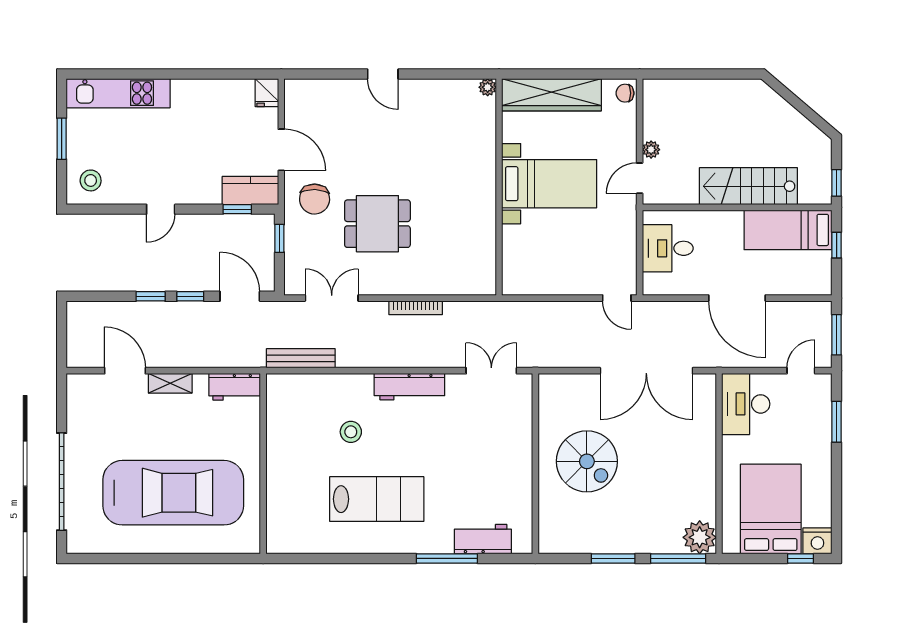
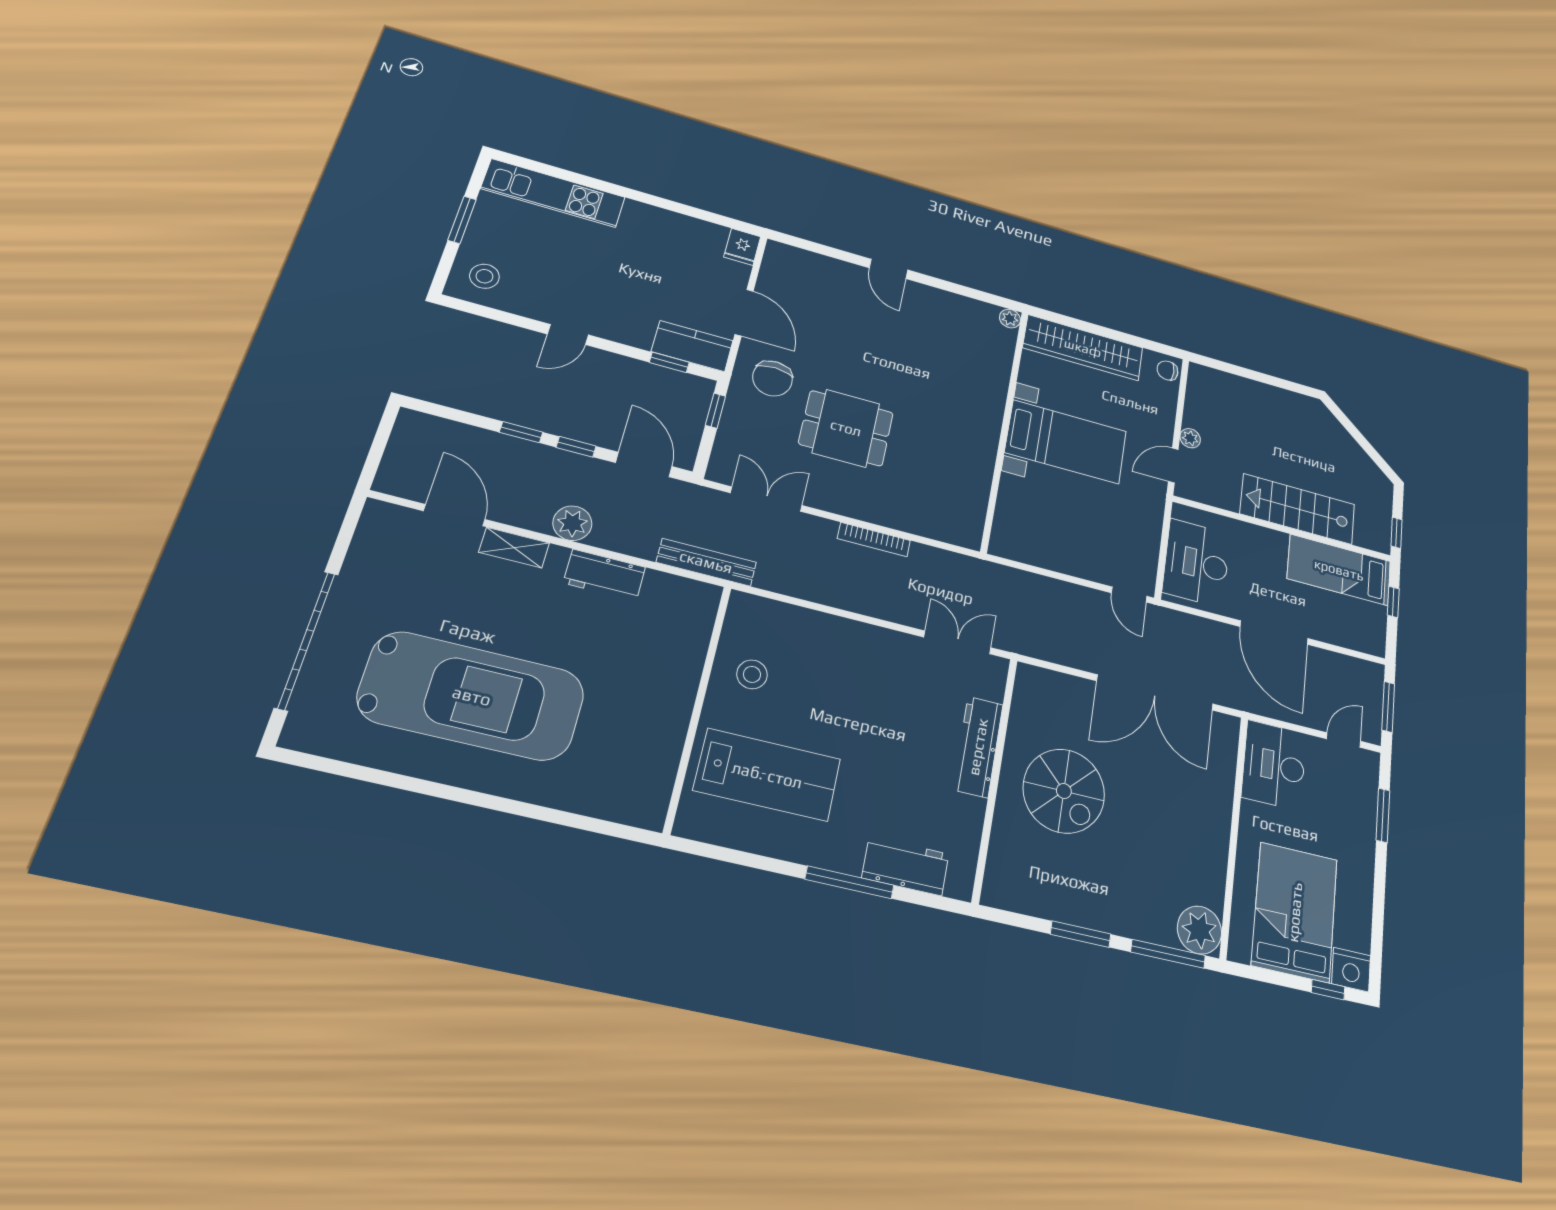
desk: (668, 248) -> (1196, 563), width x1.37
plant: (203, 355) -> (572, 523), added
workbench: (409, 387) -> (978, 747), moved, turned 90
wall: (263, 464) -> (698, 707), moved

